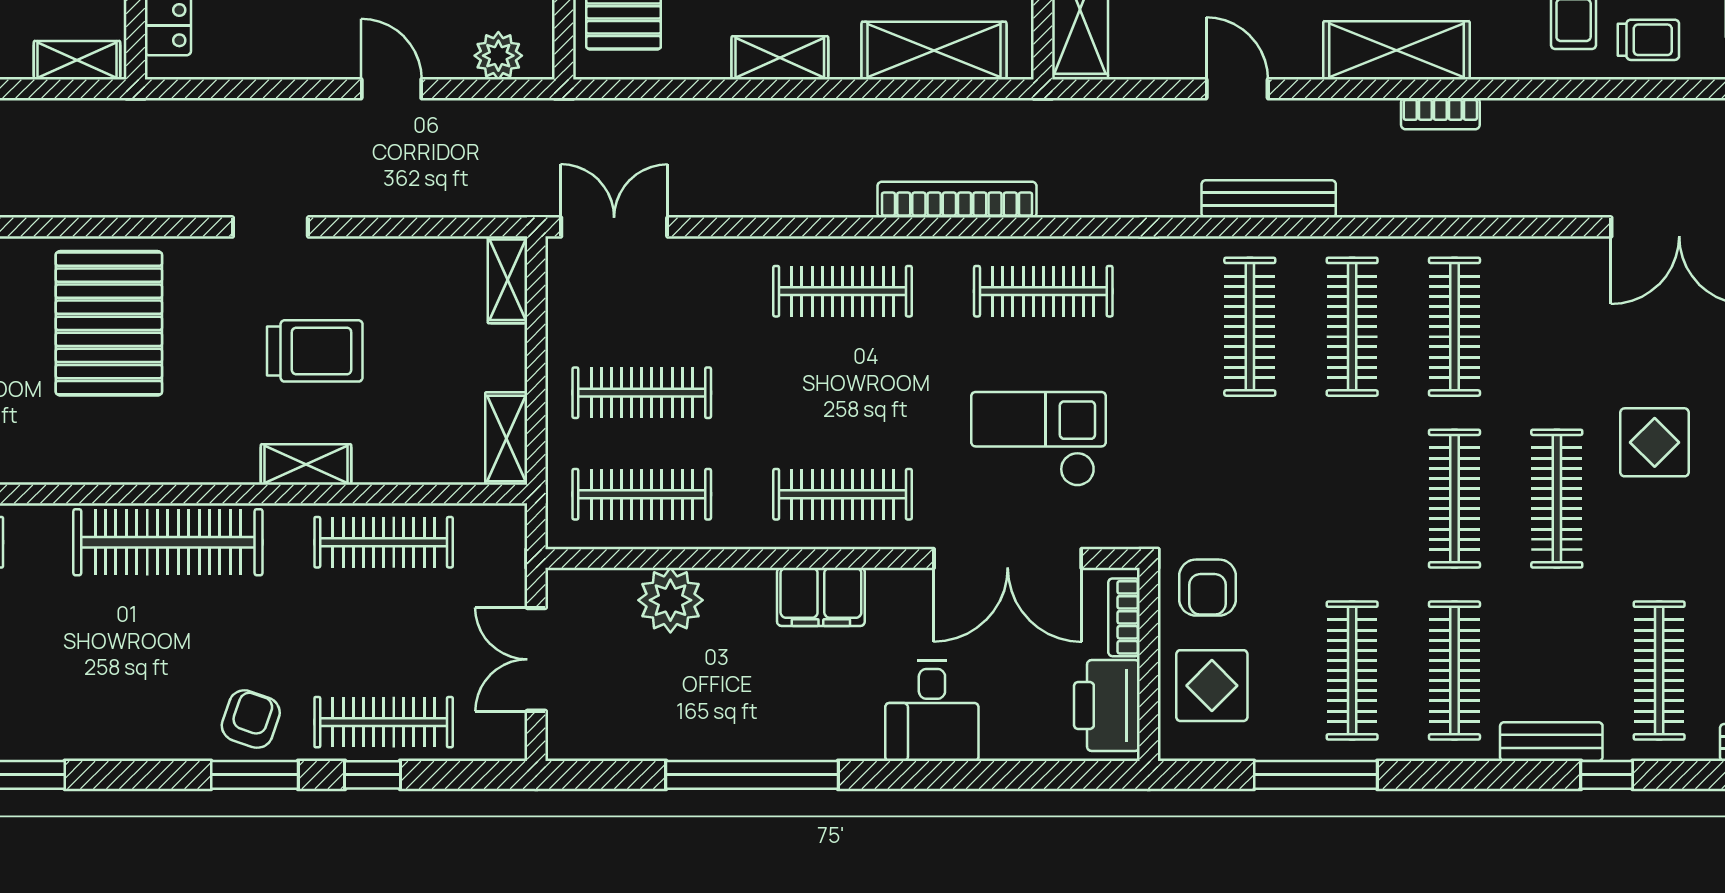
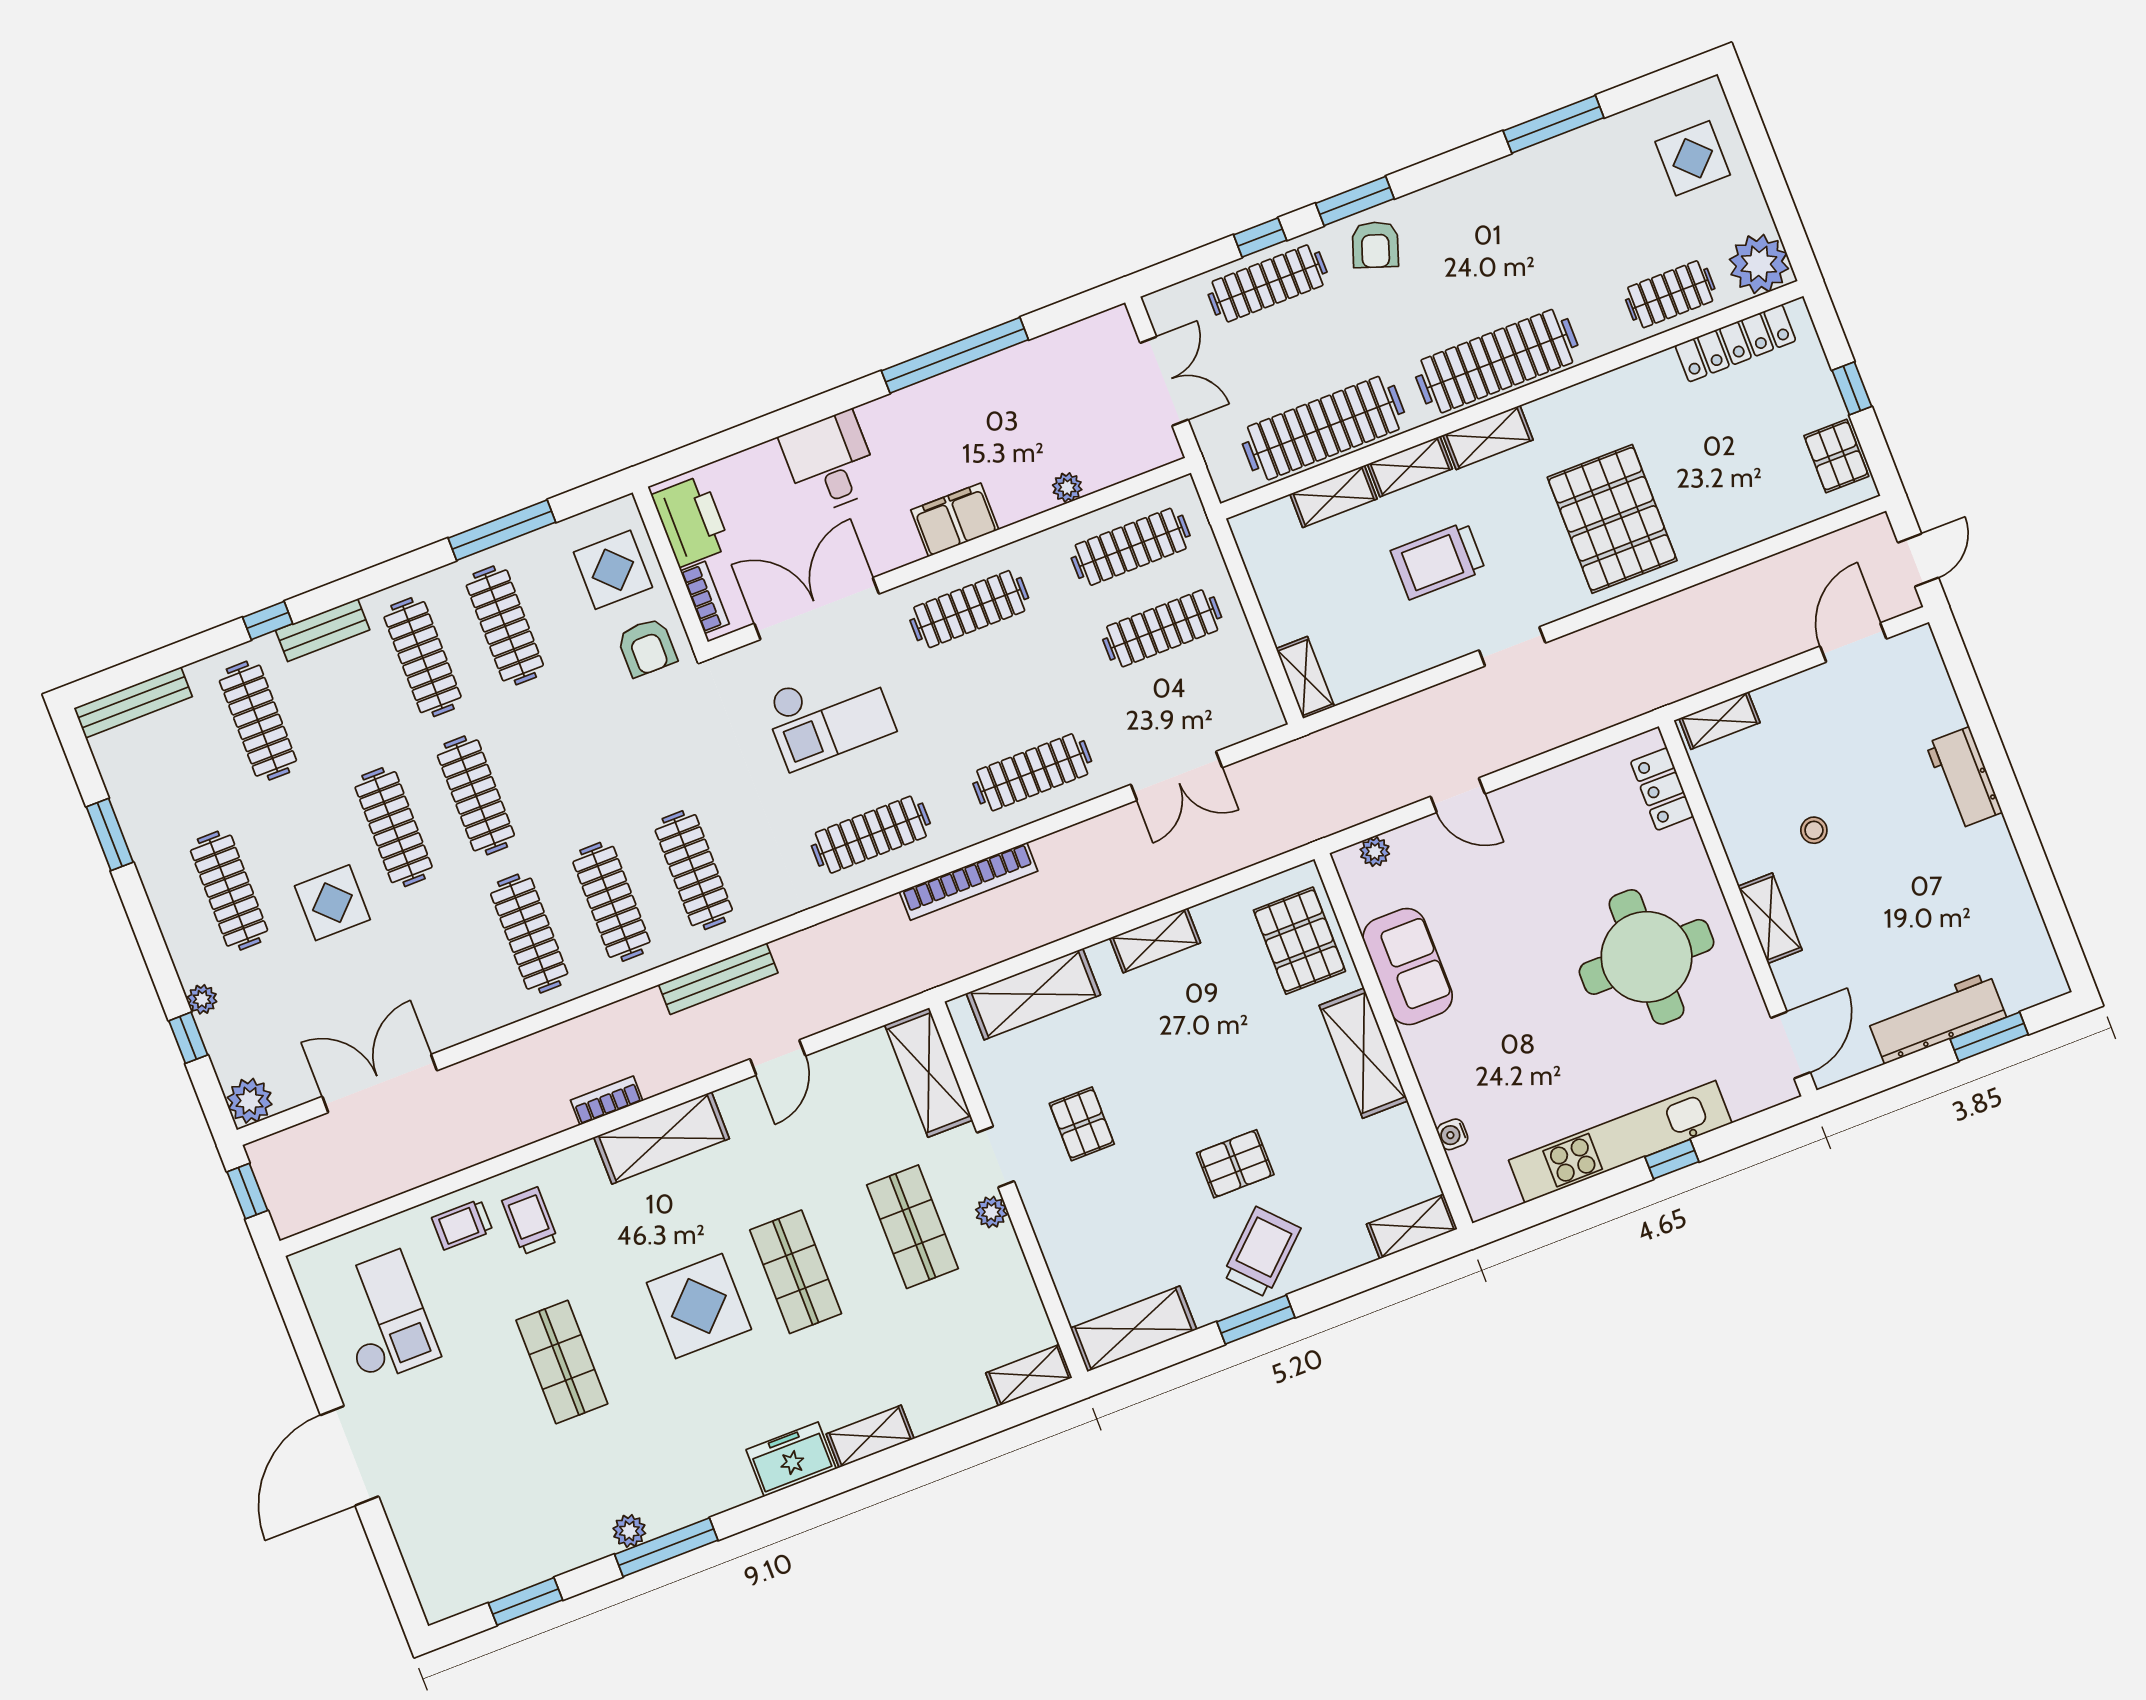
plant: (498, 56) -> (1375, 852), width x0.73, depth x0.73
door: (1237, 89) -> (778, 1057), hinge flipped
double door: (614, 227) -> (1177, 776), moved
shelving: (506, 438) -> (1334, 496), moved, turned 90
shelving: (209, 463) -> (1488, 437), added
clothes rail: (384, 542) -> (1323, 428), width x1.37, depth x1.31
armchair: (1207, 588) -> (647, 647), turned 180
plant: (670, 600) -> (1067, 487), width x0.53, depth x0.53

